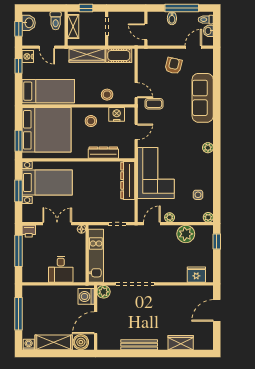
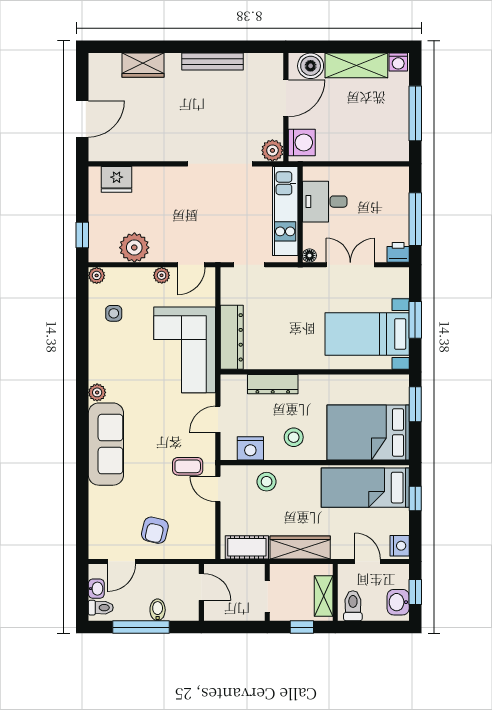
window: (19, 66) -> (415, 499), moved
sofa: (203, 98) -> (106, 444), moved
bed: (47, 130) -> (368, 432), width x0.73
double door: (57, 224) -> (350, 265), swing flipped
desk: (61, 269) -> (325, 202), moved, turned -90

